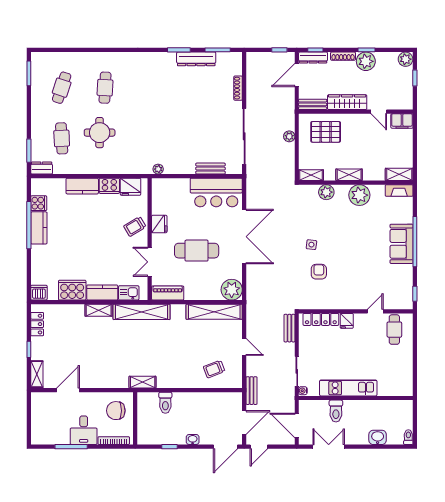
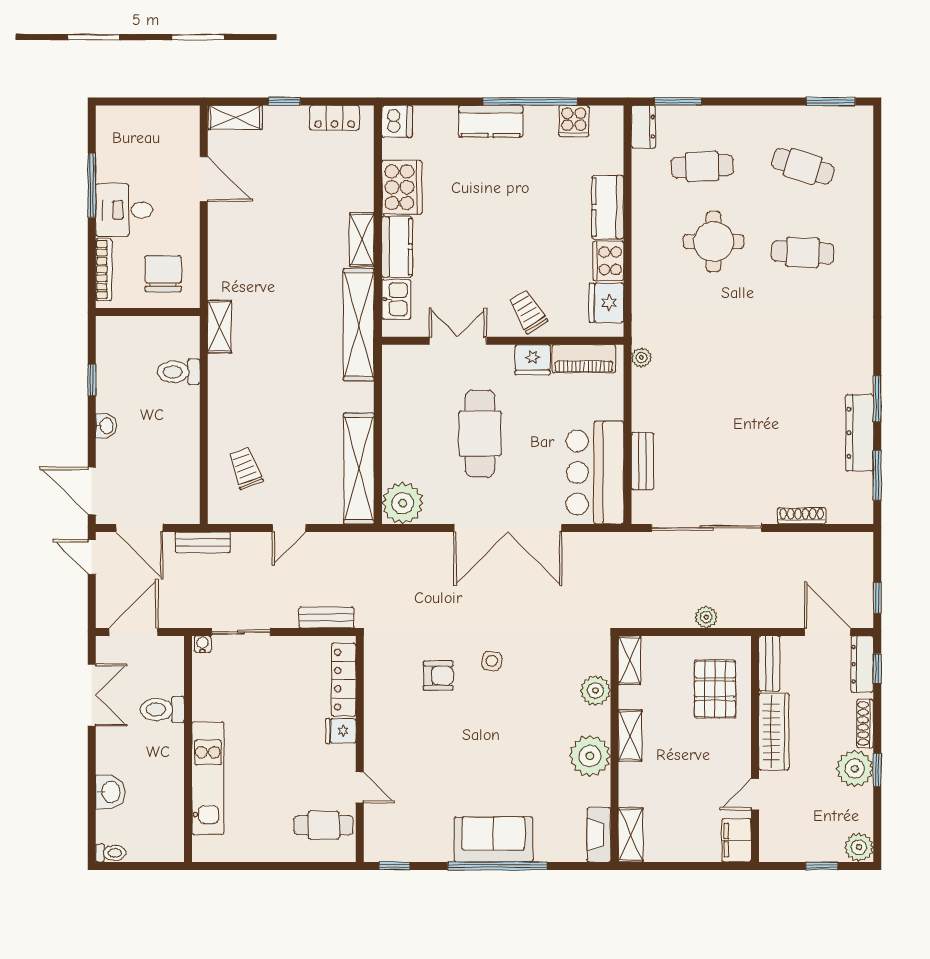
kitchen counter: (39, 228) -> (491, 121), moved
piano: (168, 293) -> (584, 359), moved, turned 90
kitchen unit: (348, 388) -> (208, 778), moved

